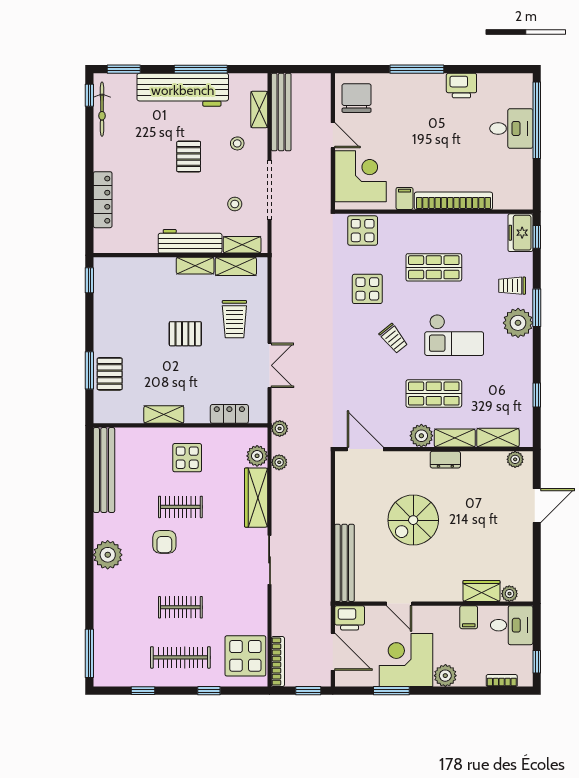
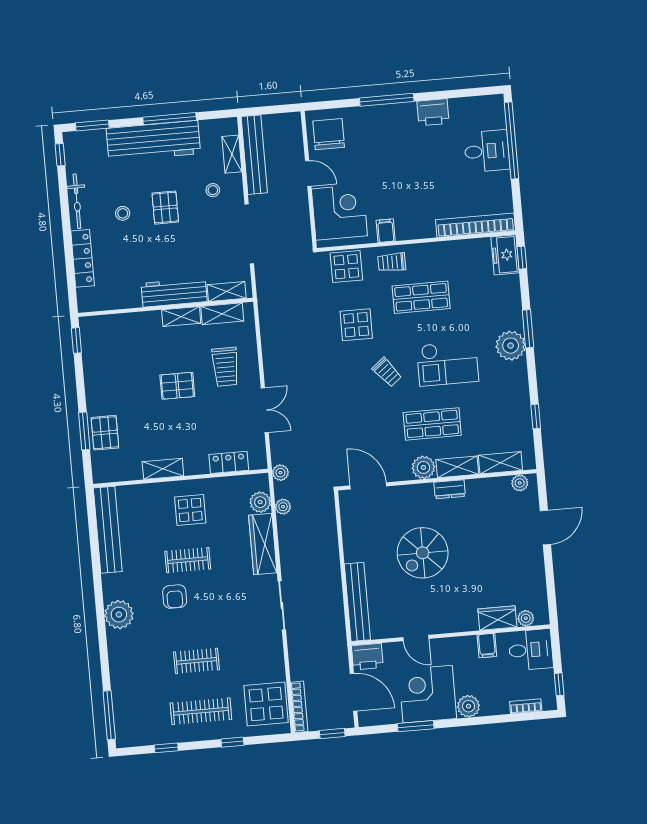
bicycle: (102, 109) -> (77, 201), moved
bookcase: (453, 201) -> (476, 225), moved
stool: (235, 204) -> (123, 213), moved
trolley: (512, 286) -> (392, 262), moved

